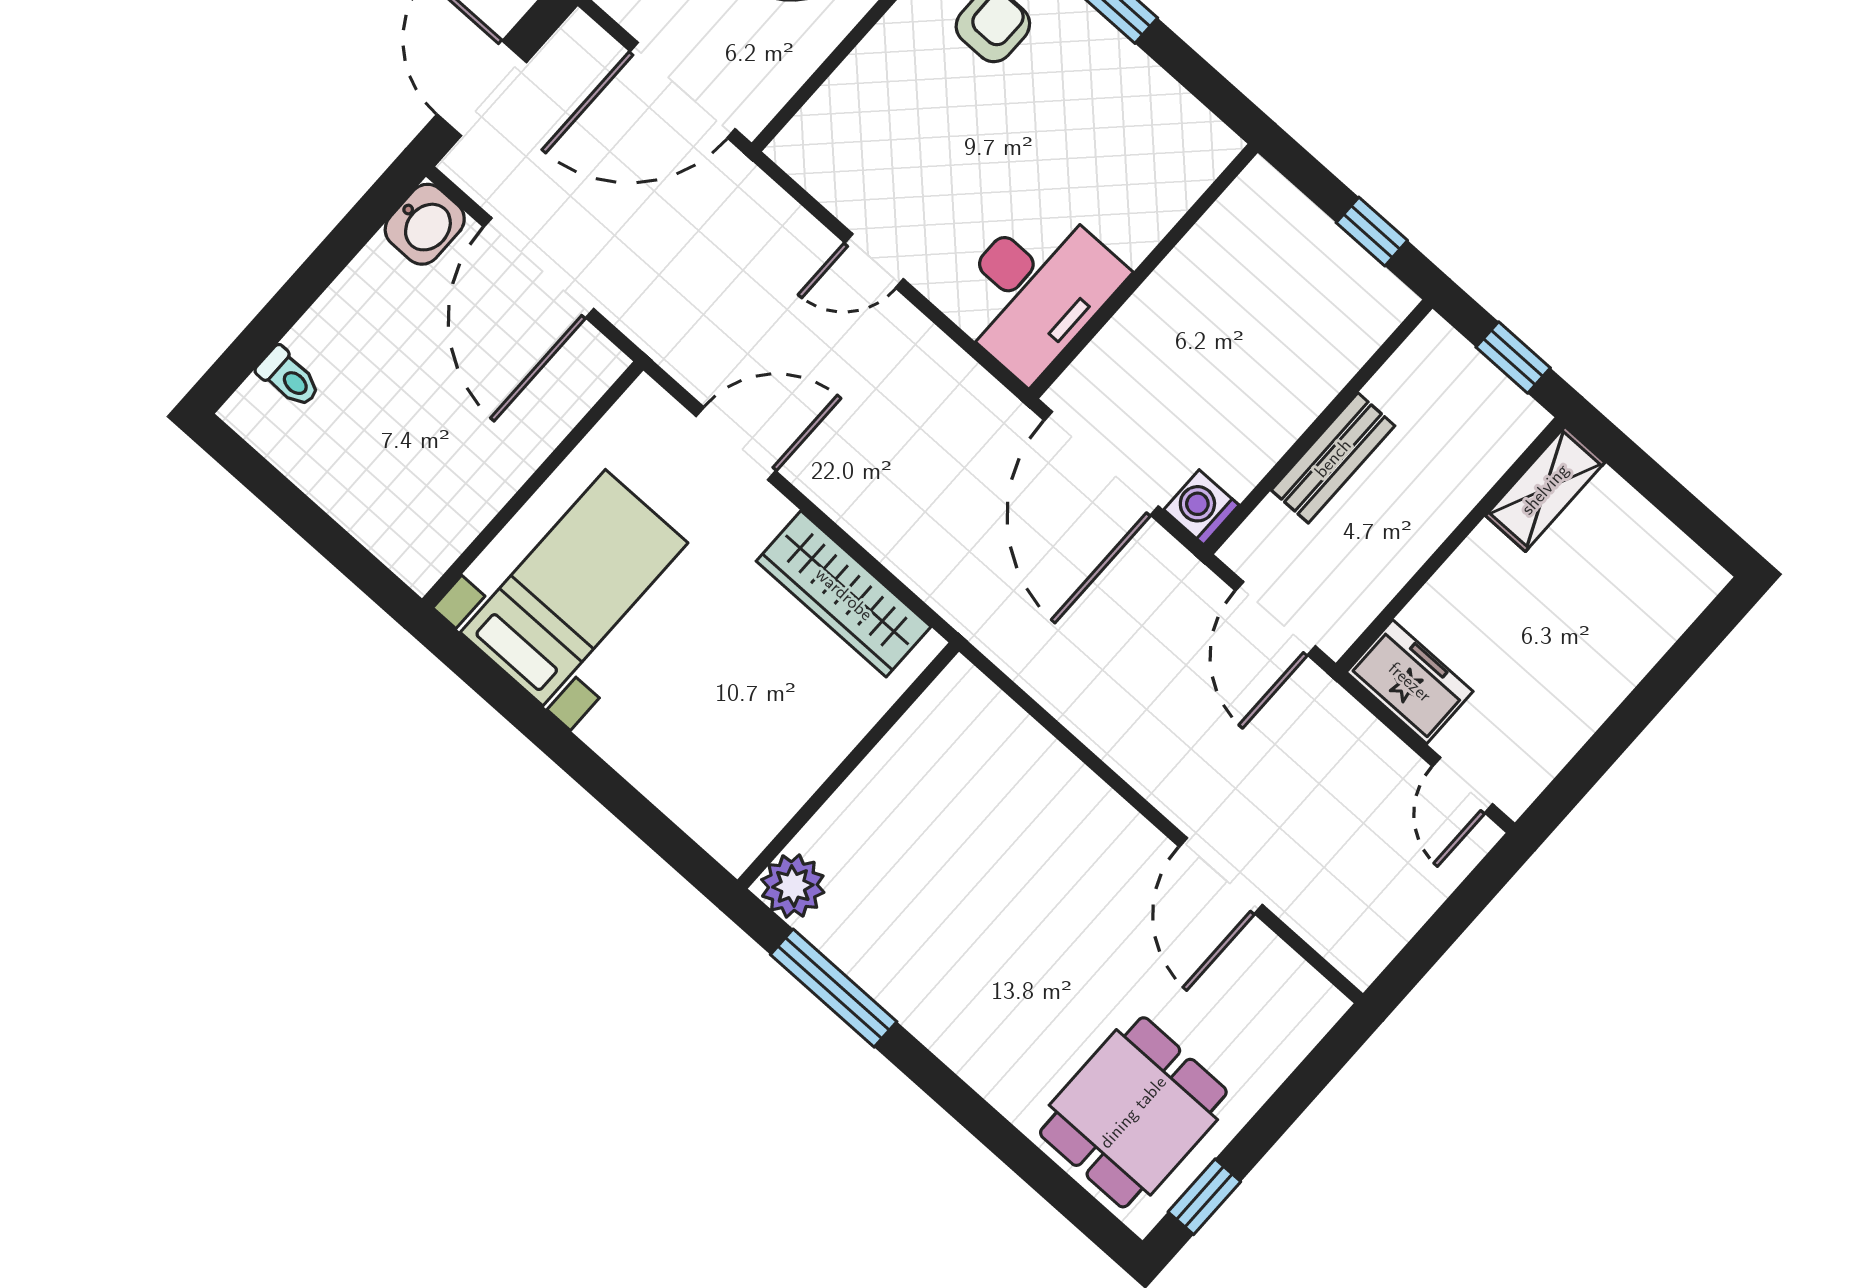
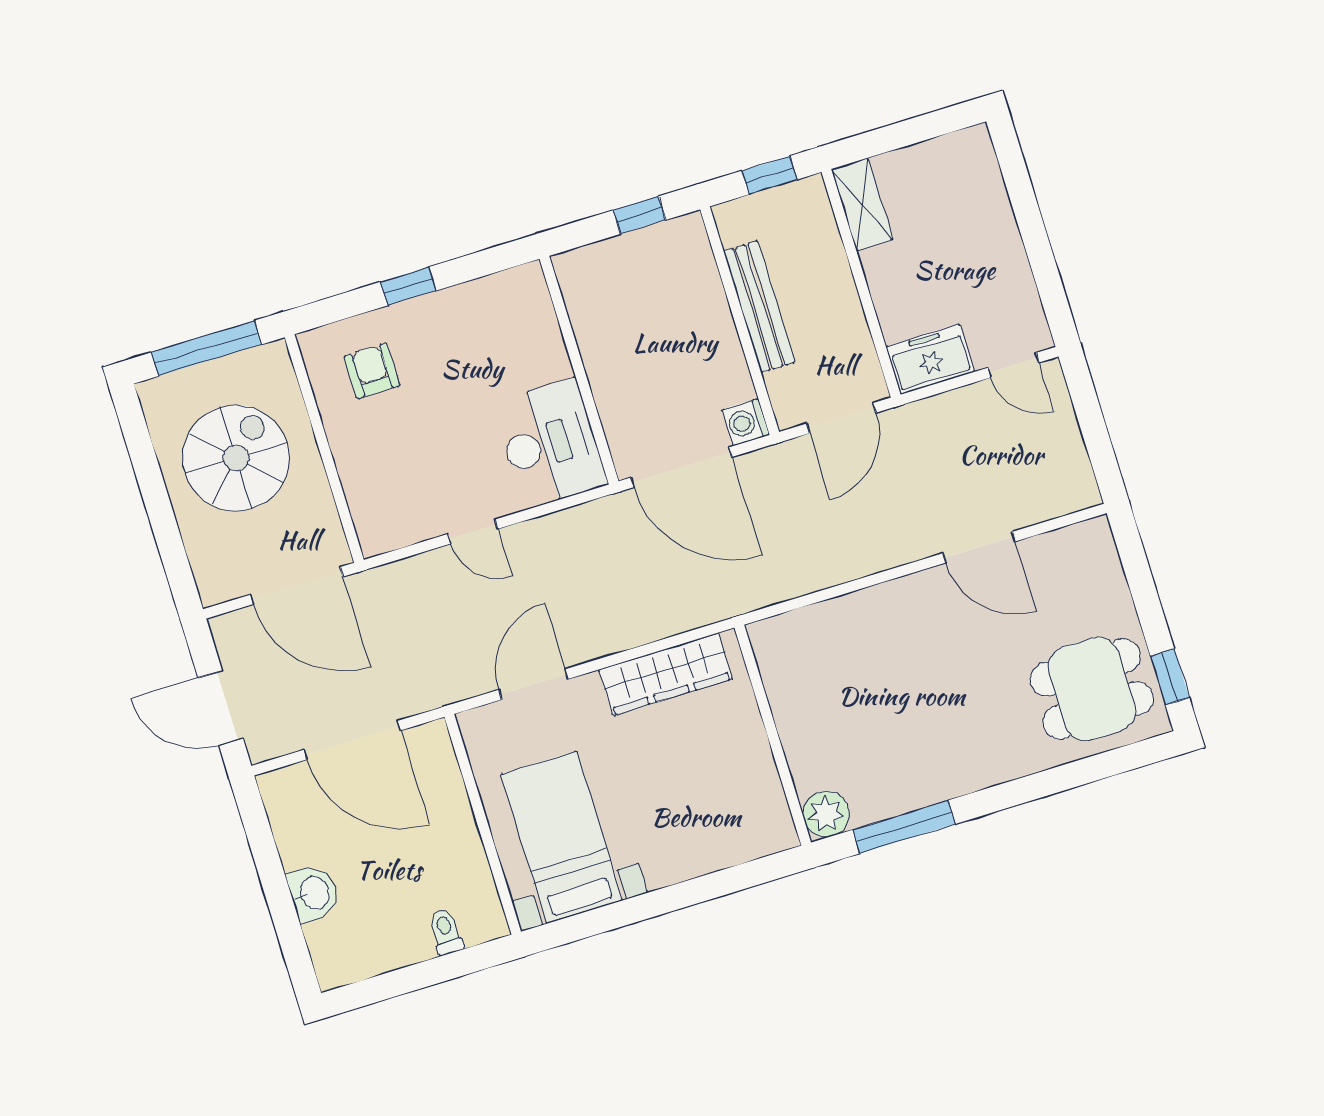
door: (683, 90) -> (297, 586), hinge flipped
washbasin: (425, 224) -> (313, 893), moved
door: (874, 261) -> (473, 532), hinge flipped
toilet: (289, 377) -> (446, 932), moved, turned -90
bench: (1333, 458) -> (759, 307), width x1.36
door: (1275, 618) -> (841, 418), hinge flipped
dining table: (1133, 1112) -> (1092, 689), turned 90

